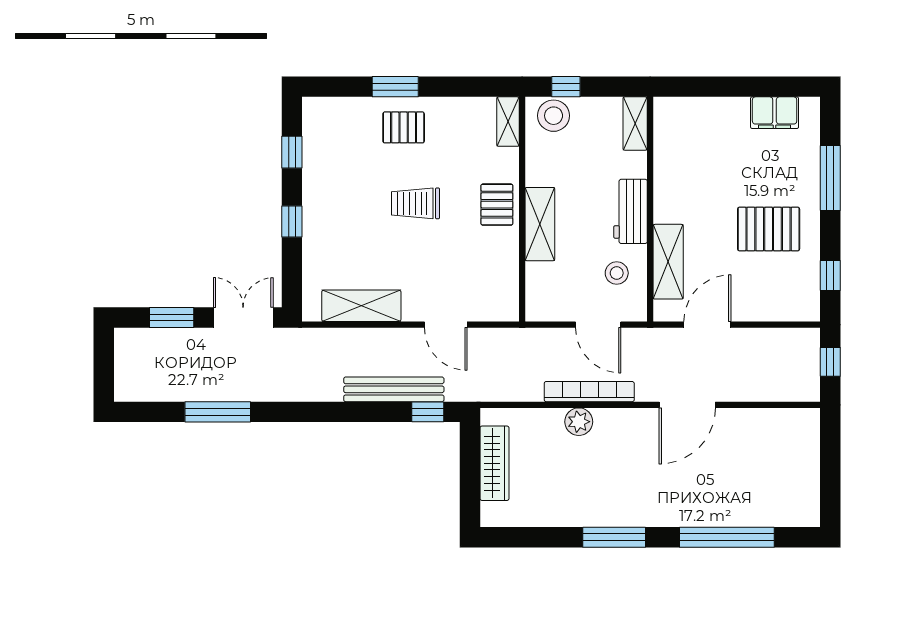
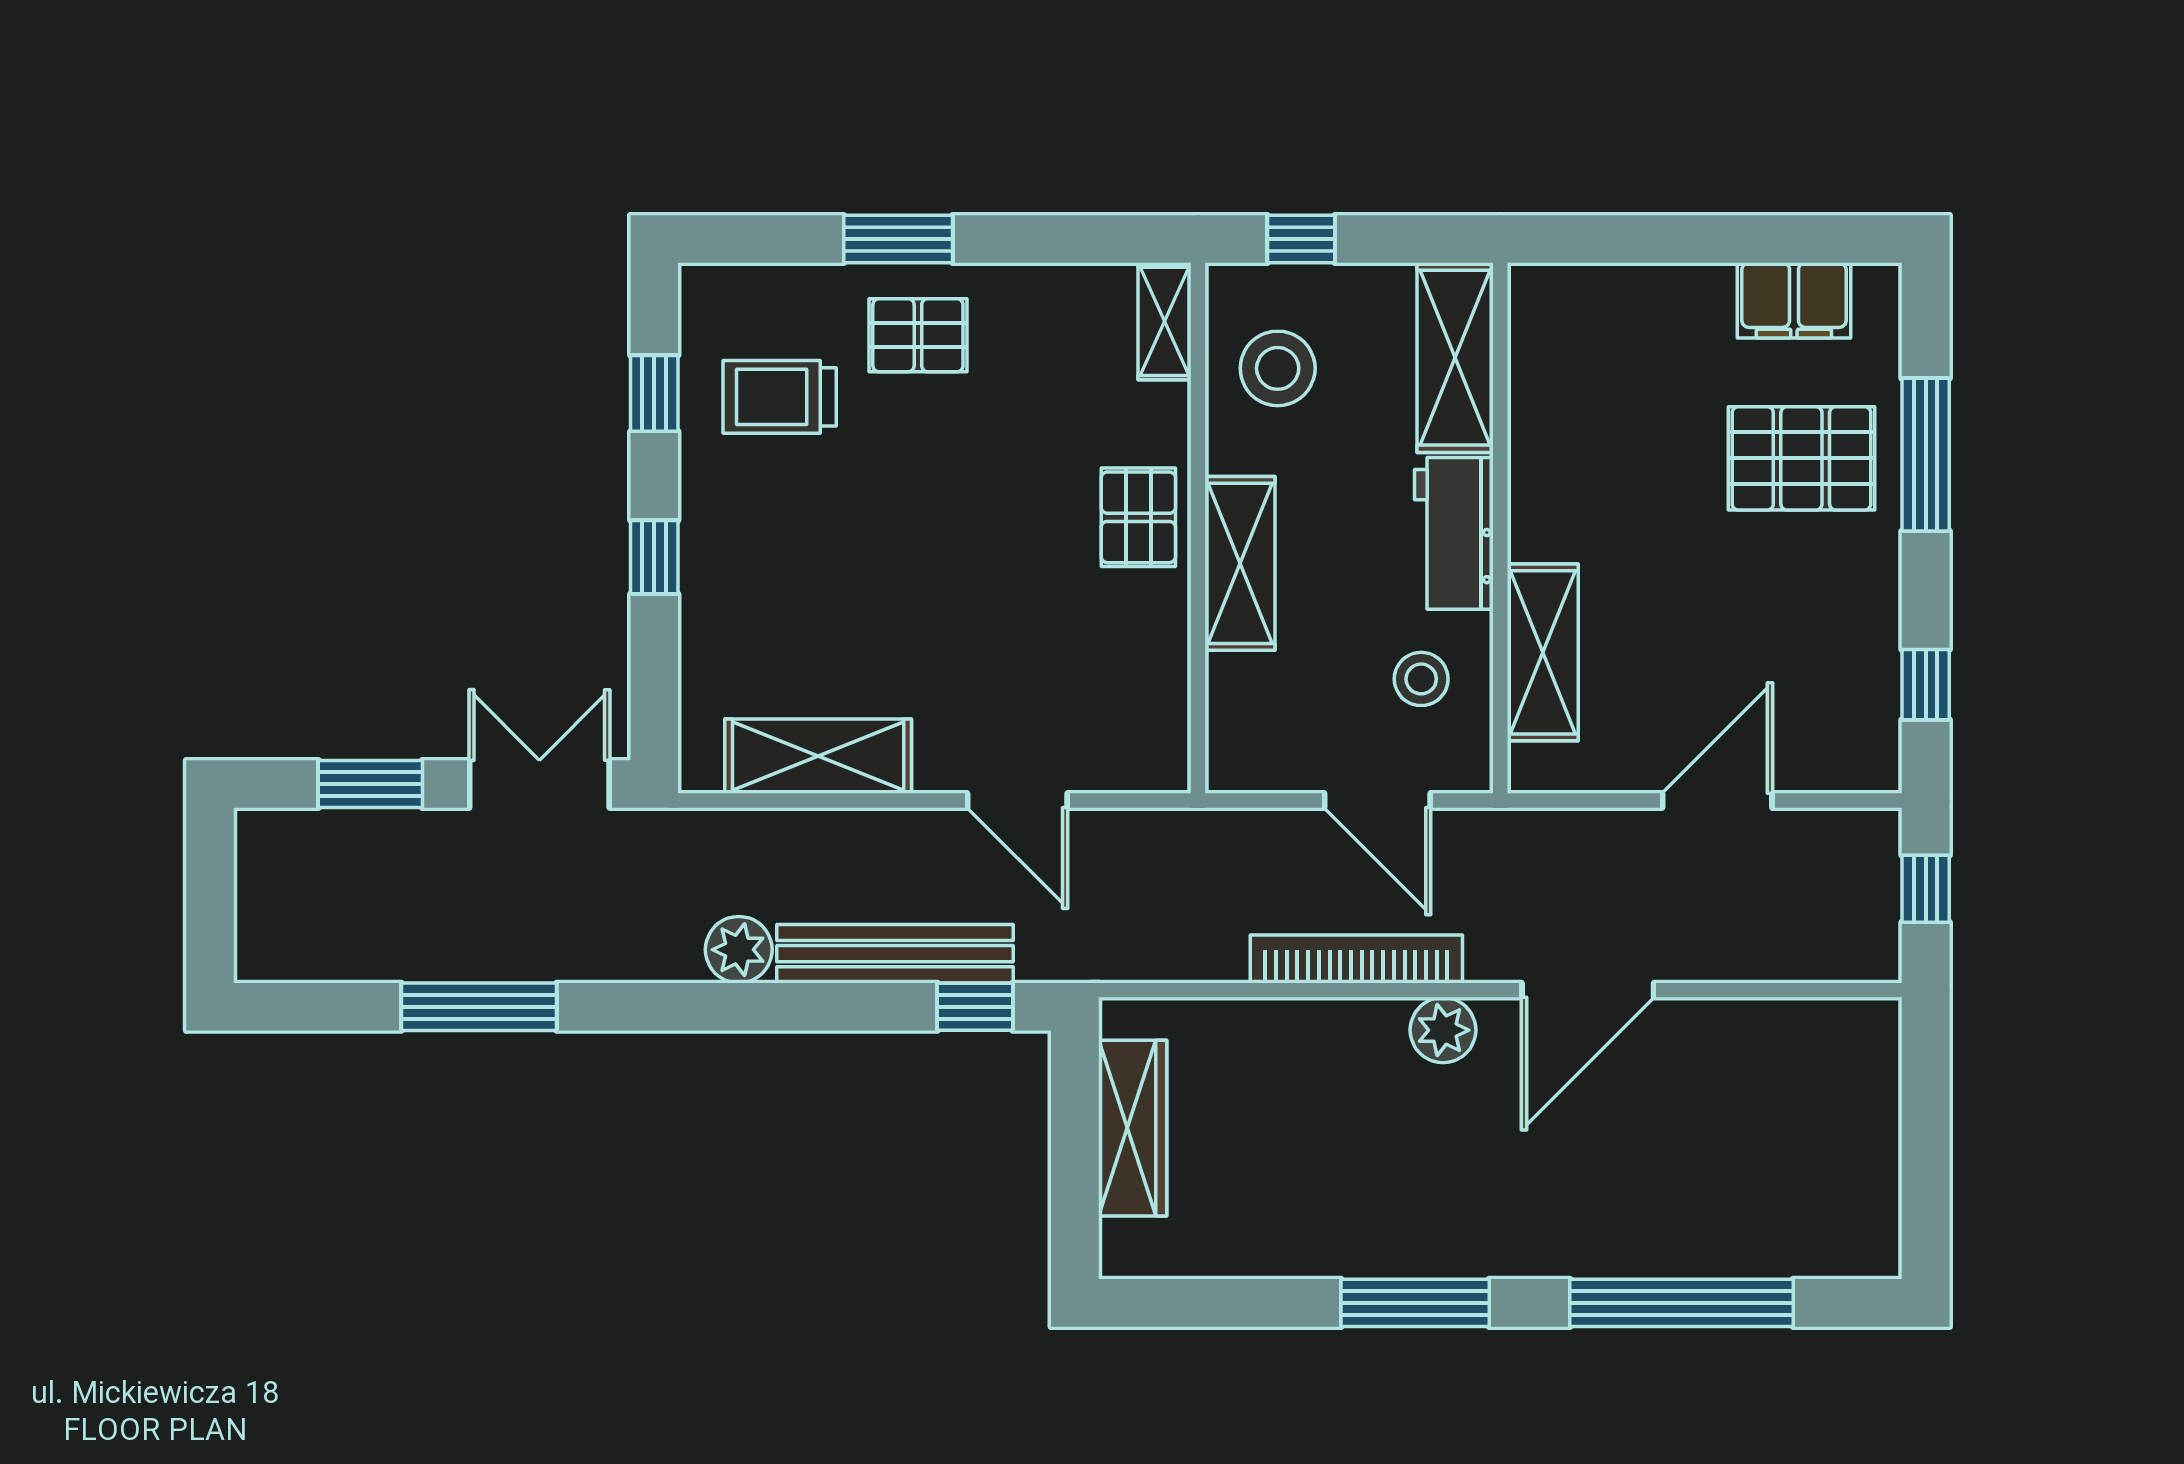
stool: (554, 116) -> (1278, 368), moved
shelving: (635, 124) -> (1455, 358), width x1.50, depth x1.33
trolley: (416, 203) -> (780, 397), moved
pallet: (769, 229) -> (1801, 458), moved
door: (707, 325) -> (1717, 801), moved
plant: (328, 388) -> (739, 950), added
plant: (579, 422) -> (1443, 1030), moved

